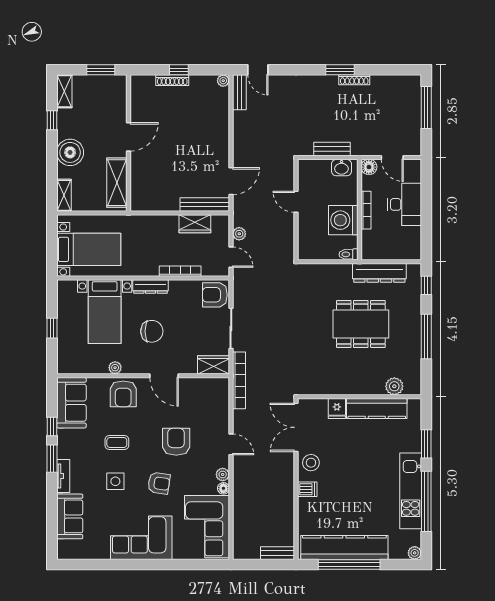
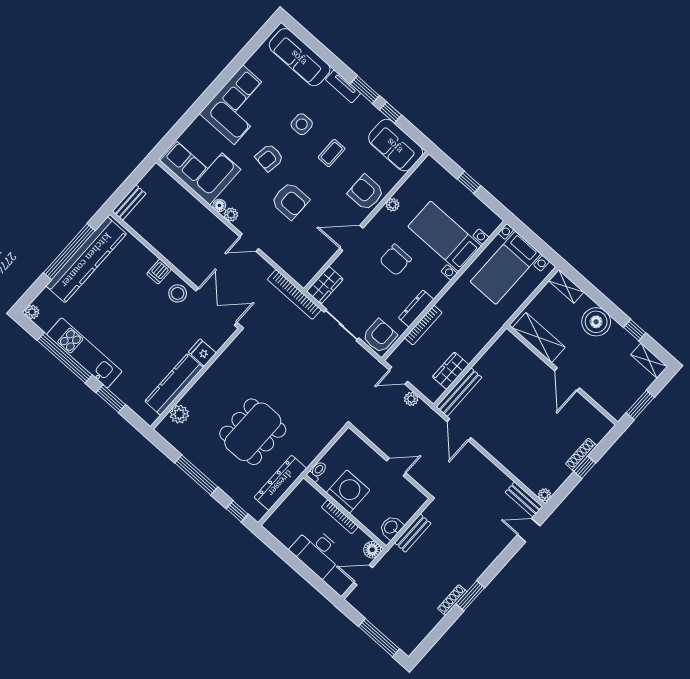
dresser: (151, 287) -> (416, 309), moved
sofa: (70, 516) -> (300, 57), width x1.36

